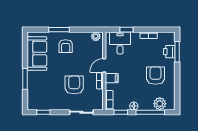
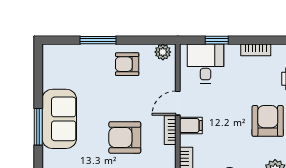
armchair: (66, 46) -> (127, 64), moved, turned 90
sofa: (37, 54) -> (59, 119), moved
armchair: (74, 85) -> (125, 137), turned -90

